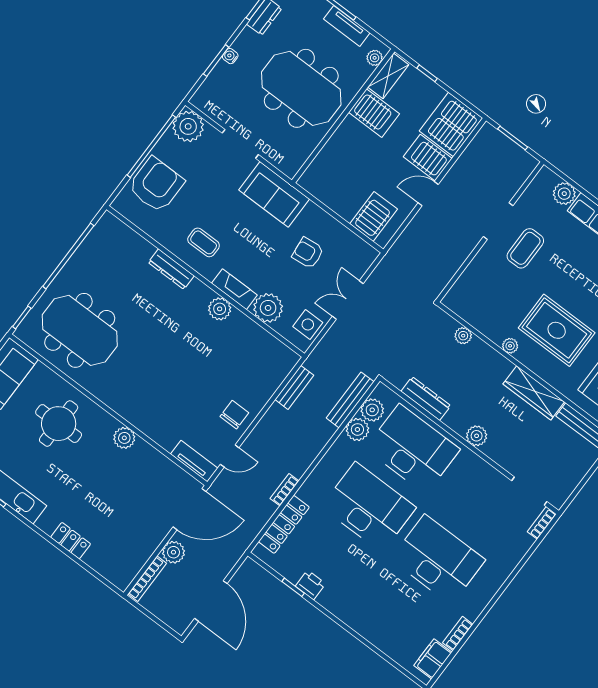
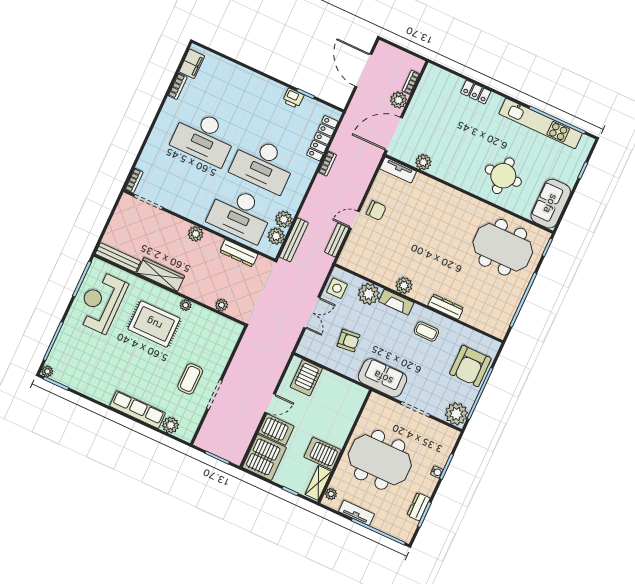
chair: (234, 415) -> (376, 210), turned -90
plant: (124, 438) -> (423, 162), moved
door: (230, 456) -> (354, 220), moved
bookcase: (147, 579) -> (411, 82), width x0.64

